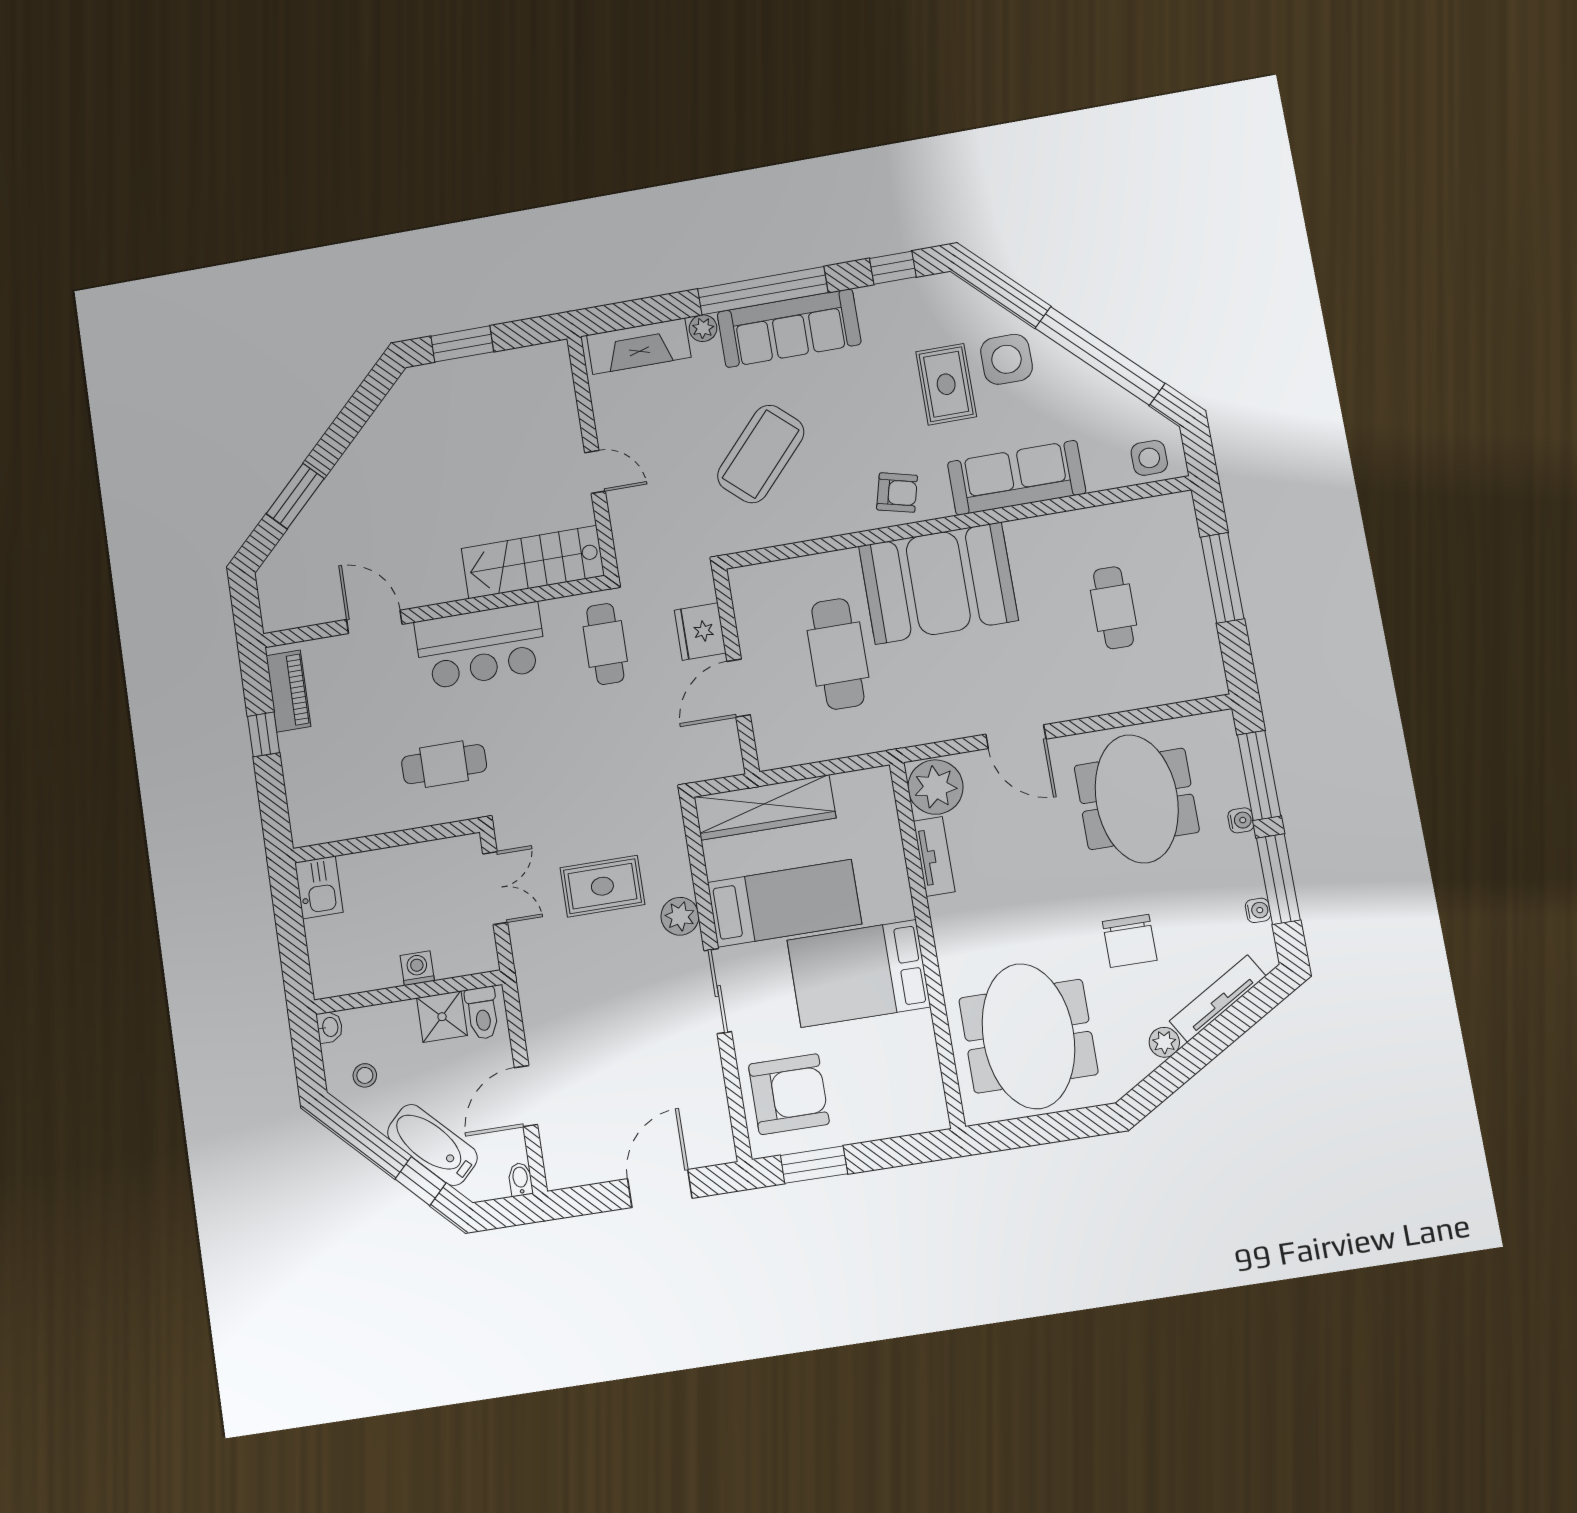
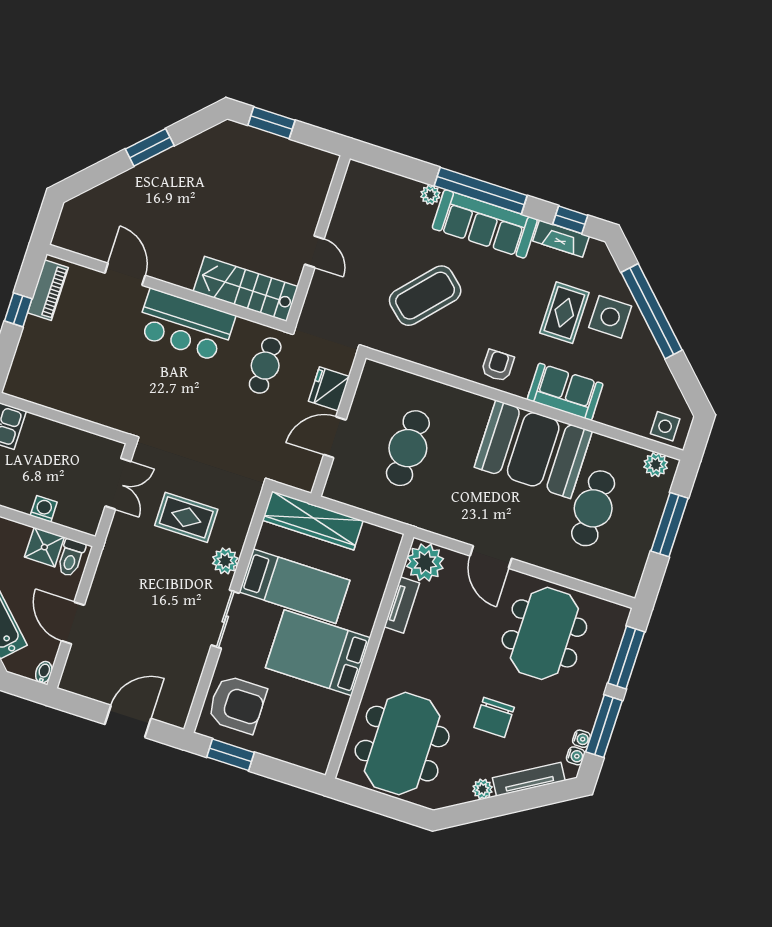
fireplace: (639, 346) -> (561, 239), moved, width x0.73, depth x0.76
window: (1100, 356) -> (652, 311), moved
sofa: (1017, 478) -> (565, 392), width x0.73
armchair: (897, 493) -> (498, 366), turned -104
window: (295, 496) -> (150, 147), moved
plant: (1164, 512) -> (656, 465), added
booth: (938, 583) -> (533, 449), moved
cafe table: (1113, 608) -> (593, 508), width x1.37, depth x1.35
cafe table: (444, 764) -> (125, 389), removed
water cooler: (1241, 820) -> (576, 756), moved
door: (526, 1096) -> (73, 623), hinge flipped

